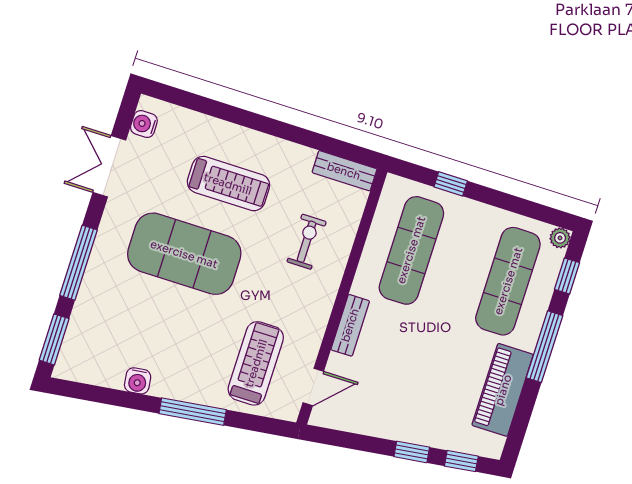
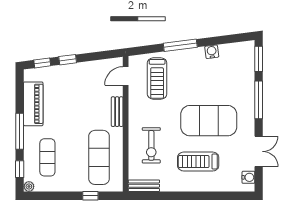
exercise bike: (307, 242) -> (151, 145), width x1.38, depth x1.39
exercise mat: (508, 281) -> (47, 157), width x0.73, depth x0.69

